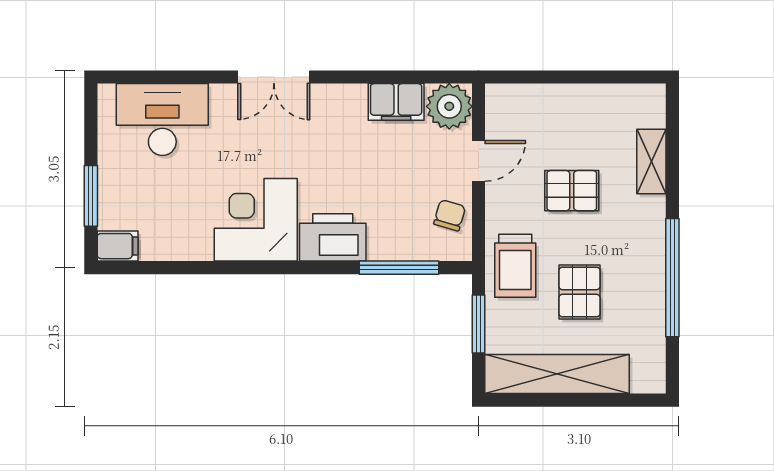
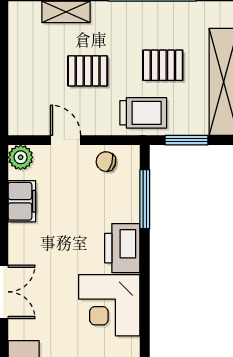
plant: (449, 106) -> (21, 157), width x0.73, depth x0.73
pallet: (572, 191) -> (88, 71), turned 90

